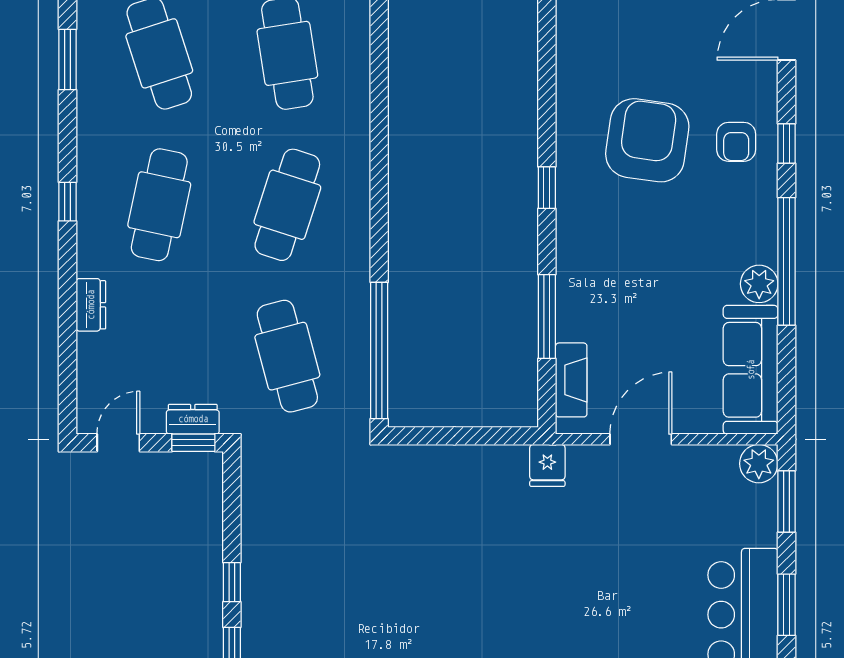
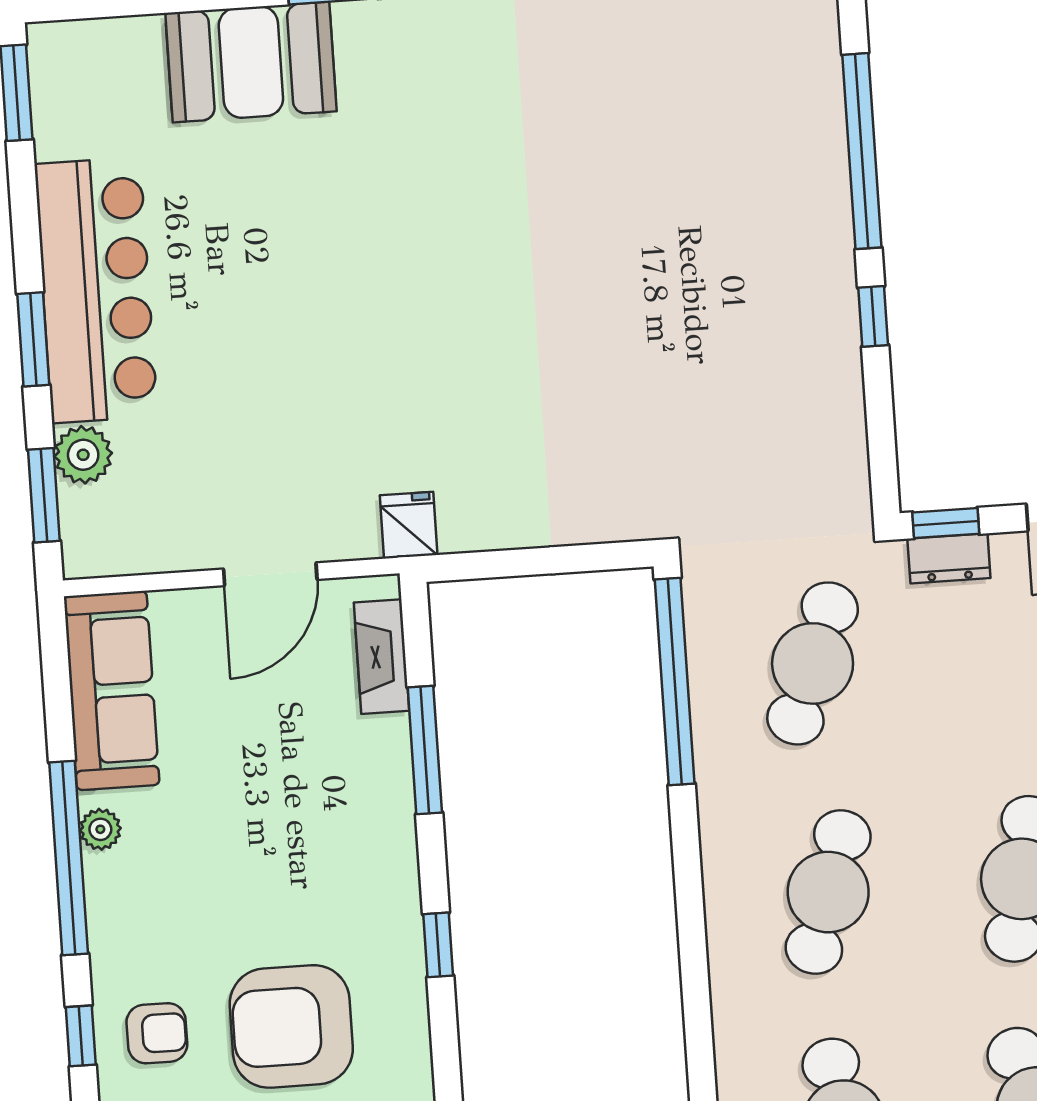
armchair: (647, 140) -> (291, 1026), turned 82
armchair: (736, 142) -> (157, 1033), turned 90
plant: (759, 284) -> (100, 829), width x0.73, depth x0.73
cafe table: (287, 356) -> (813, 663), turned 36
plant: (759, 464) -> (83, 455), moved

